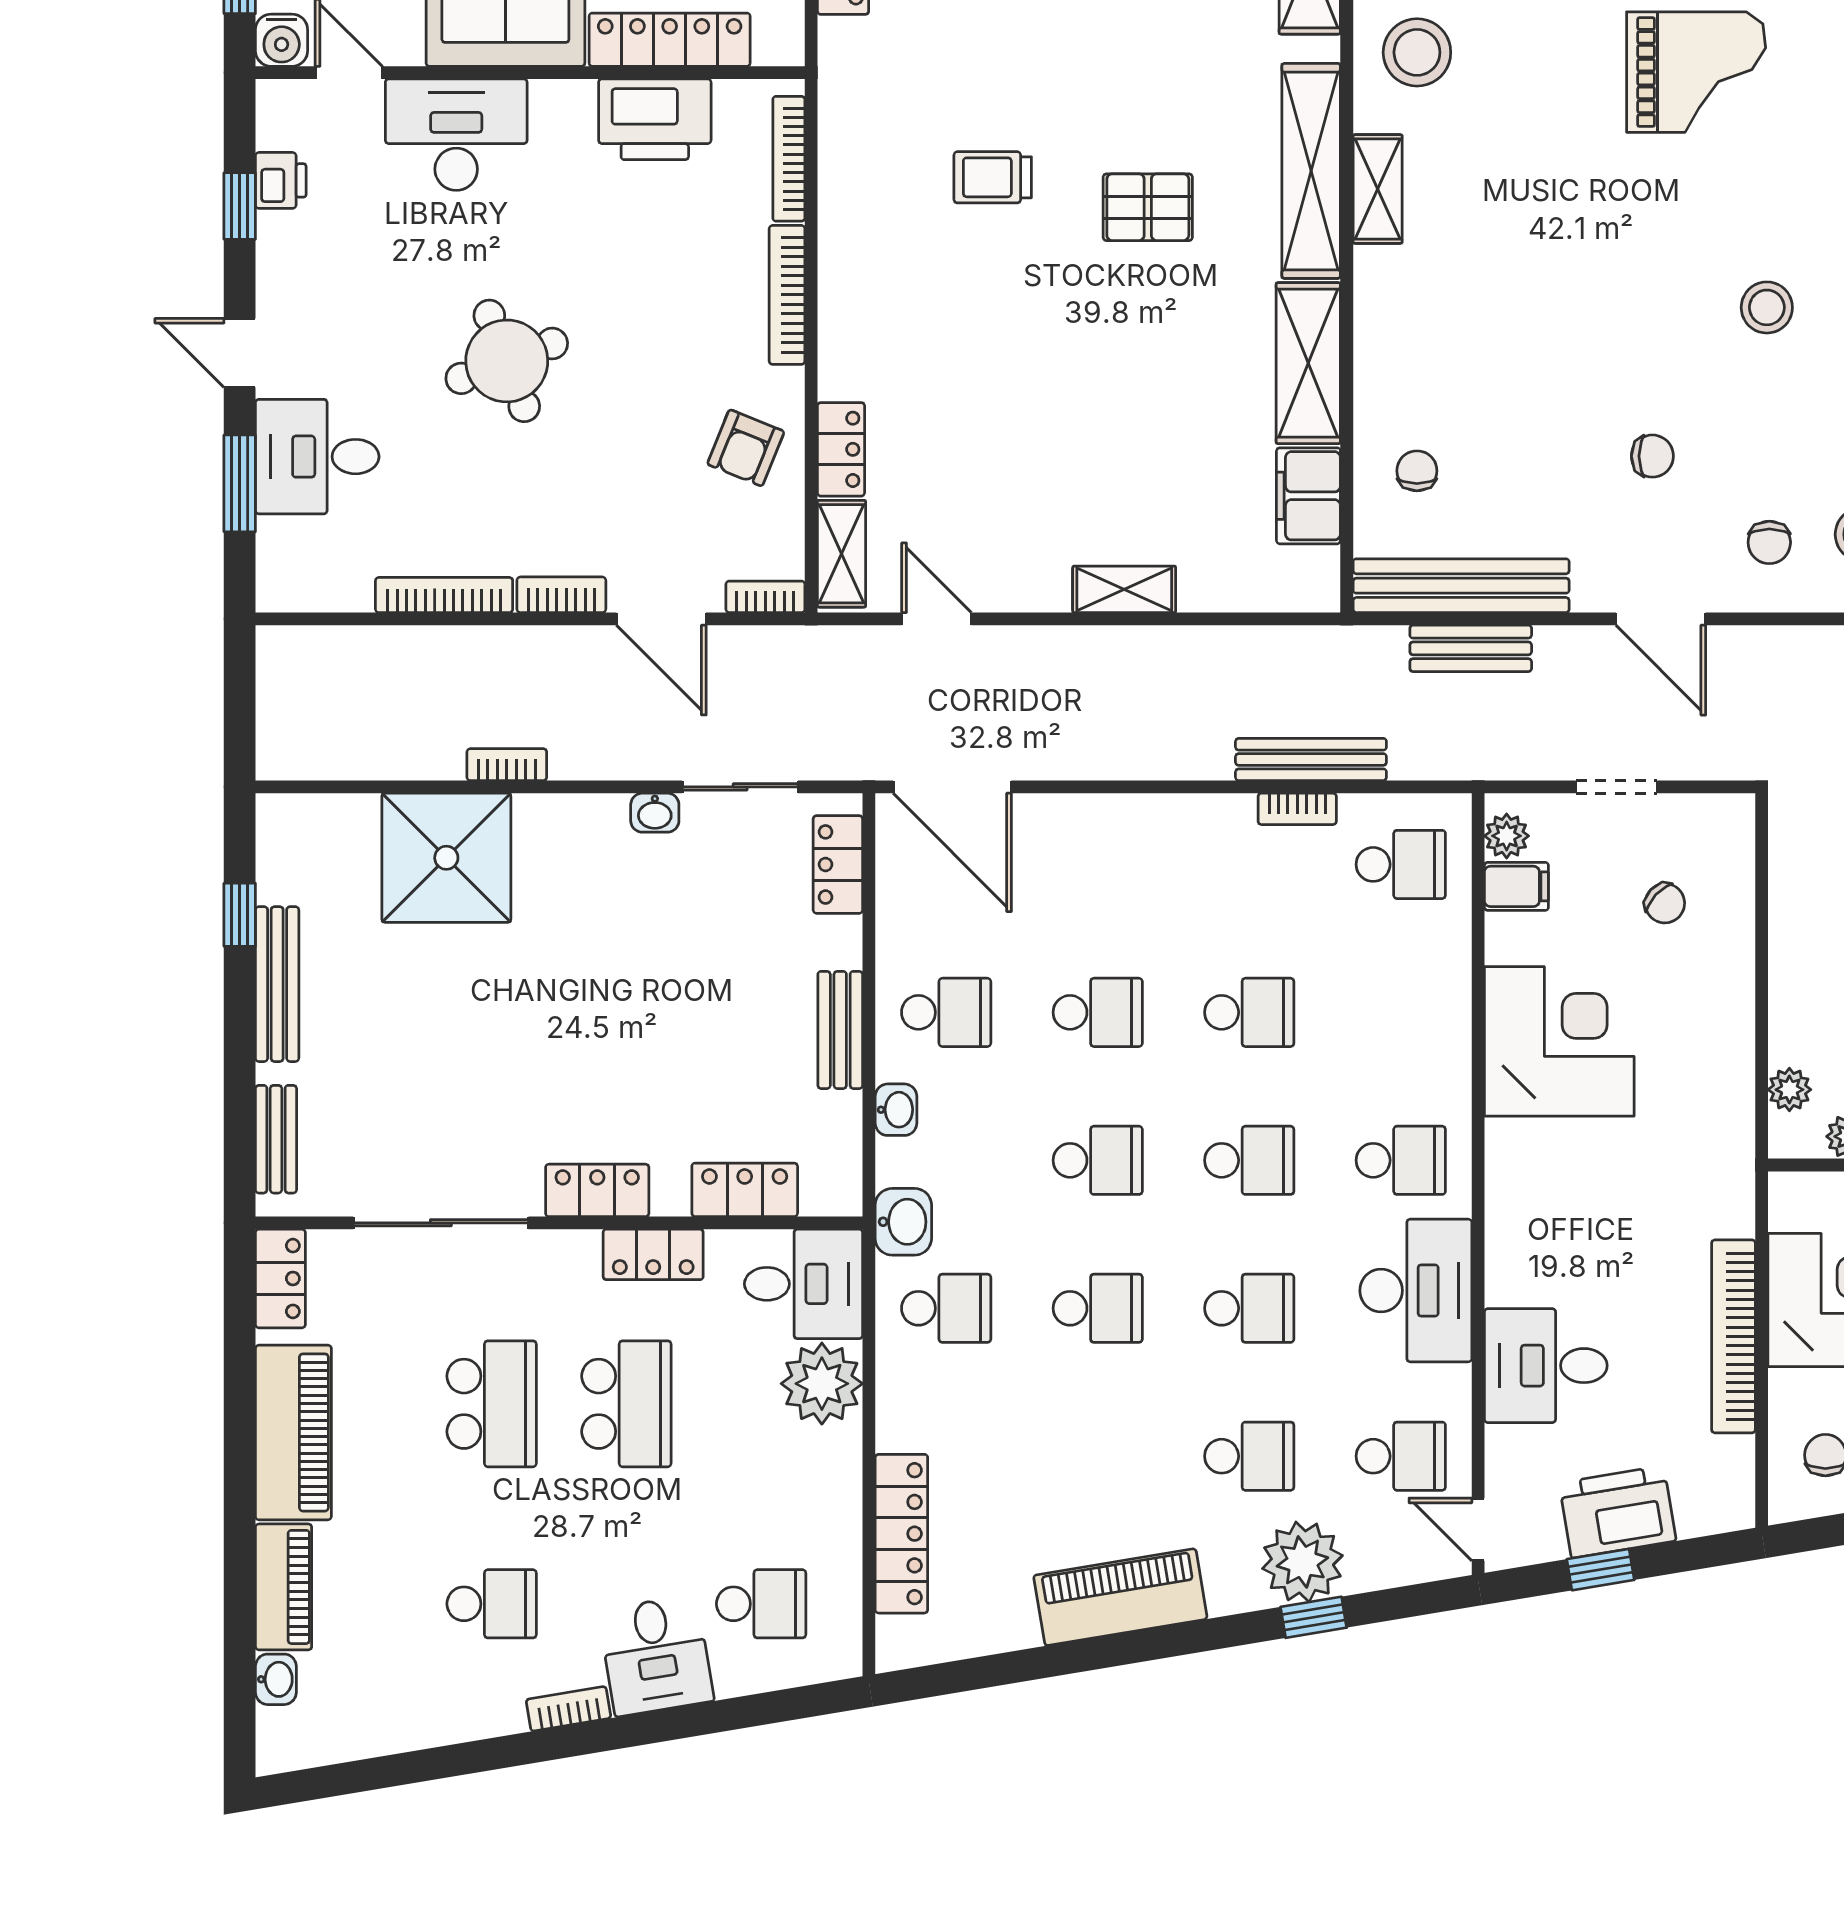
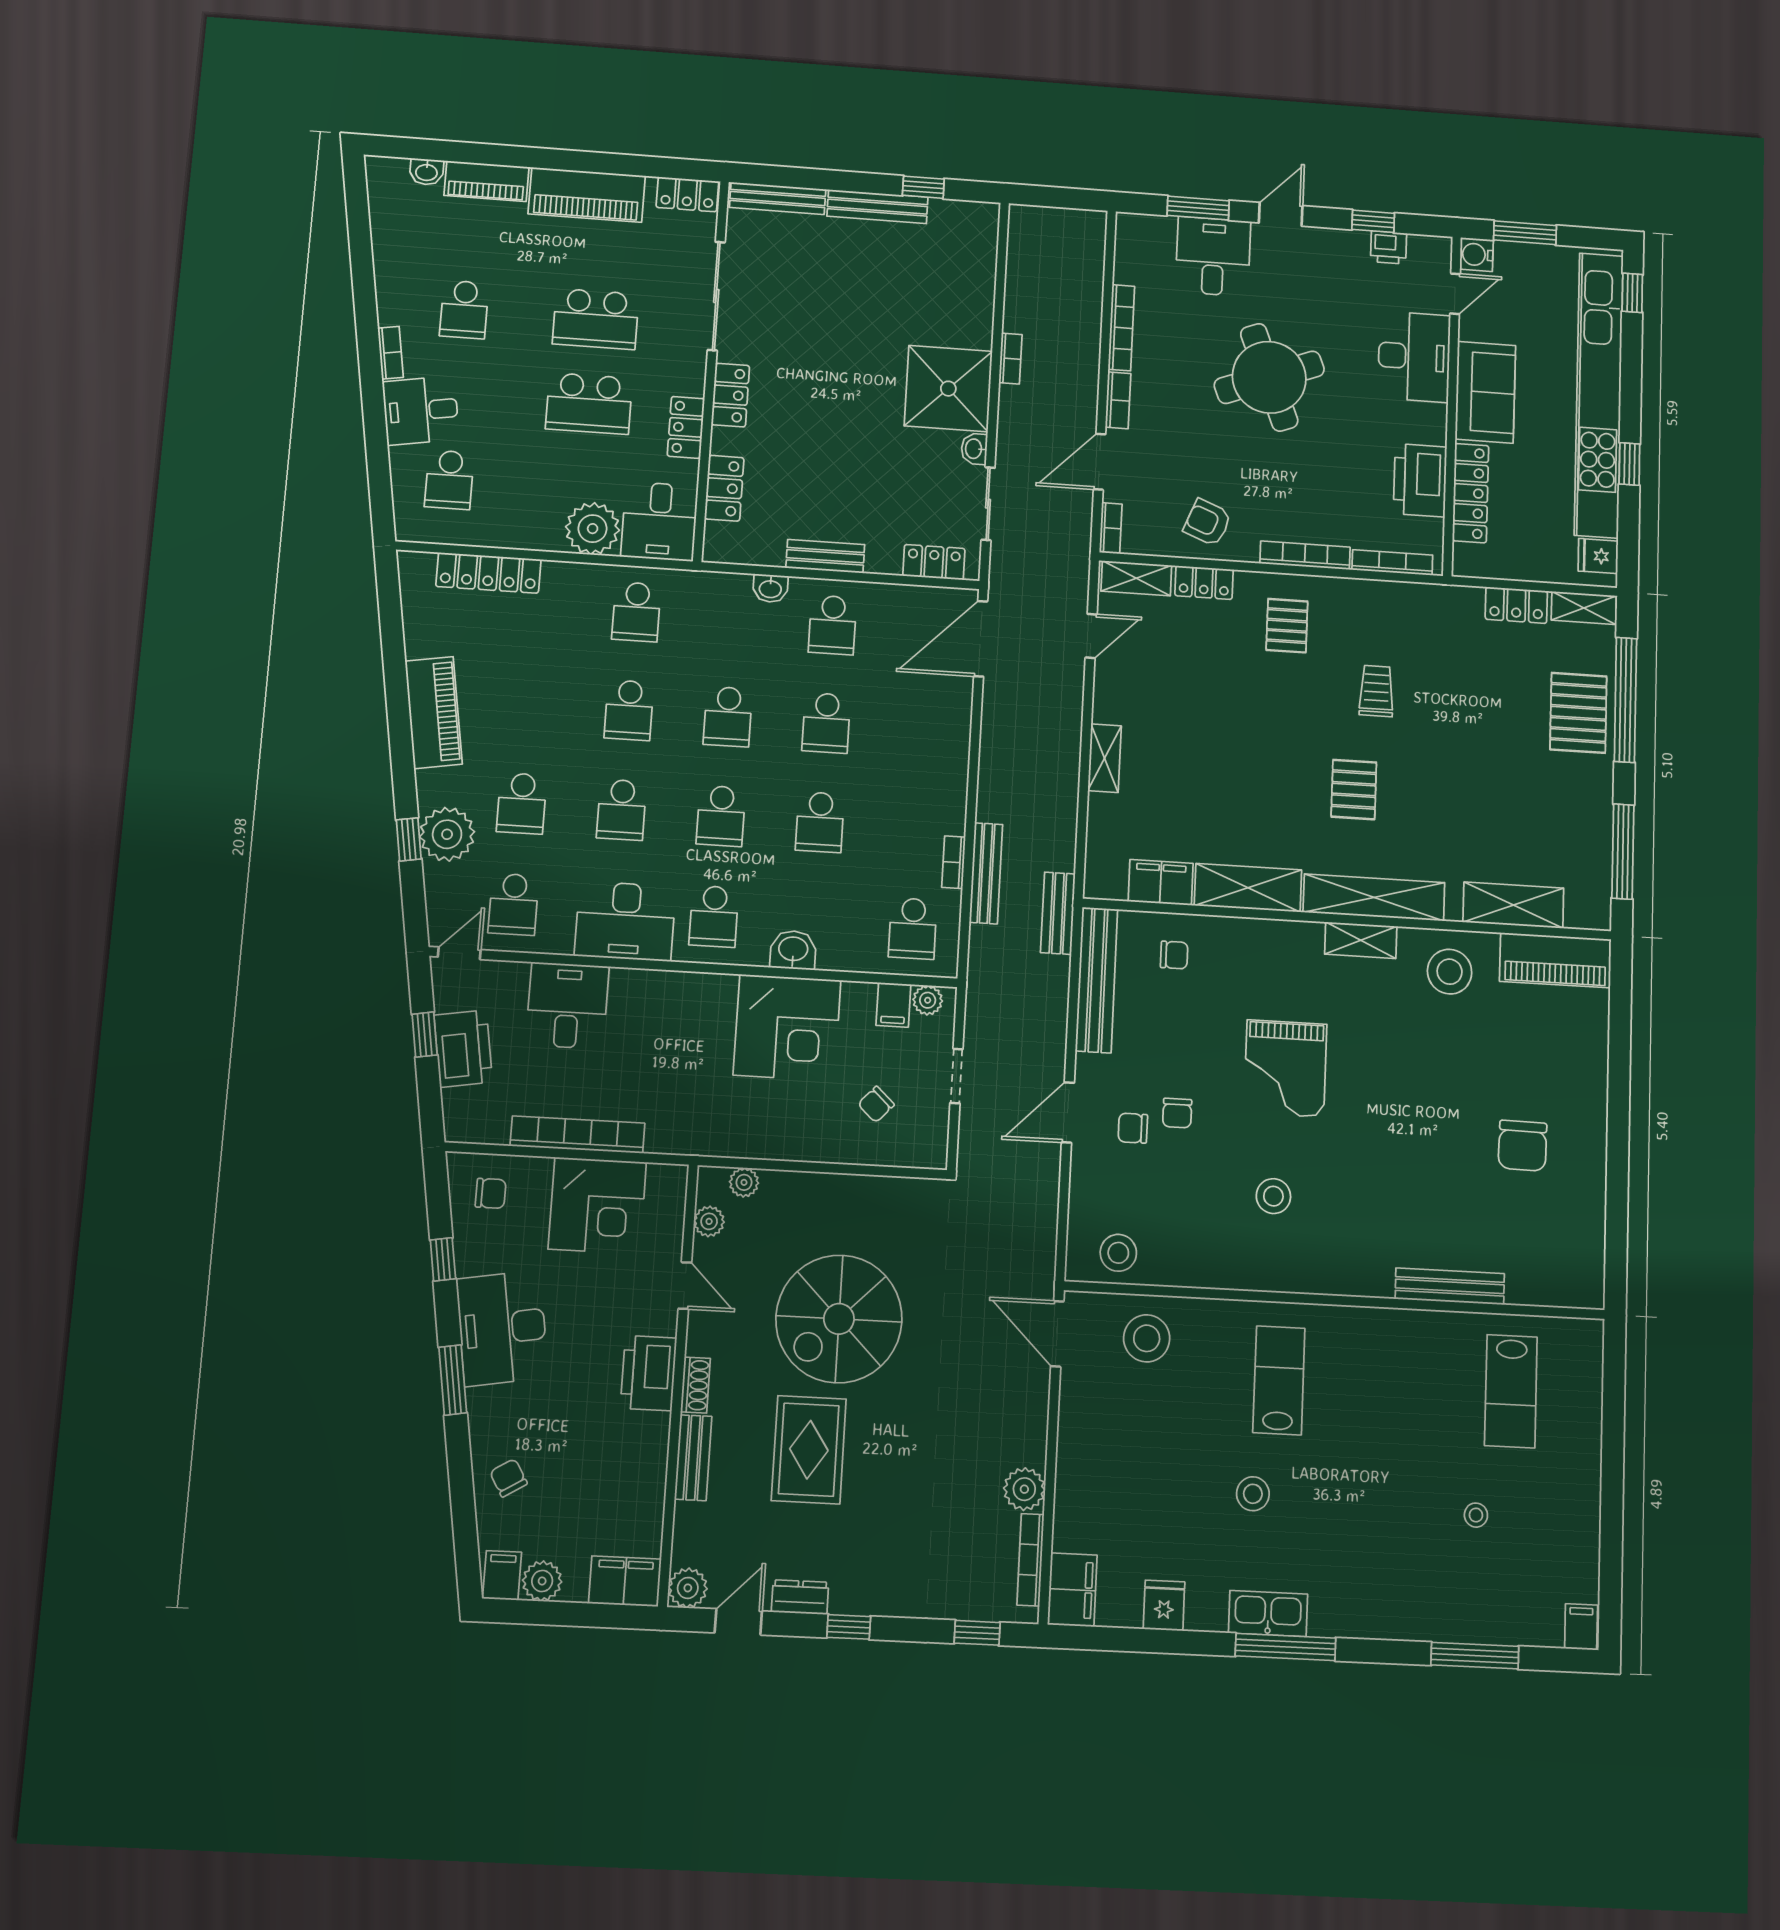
grand piano: (1696, 72) -> (1285, 1068), moved
pallet: (900, 319) -> (1287, 626), added
round table: (507, 361) -> (1269, 377), width x1.36, depth x1.36
chair: (1769, 542) -> (1133, 1128), moved
bench: (1471, 648) -> (1058, 913), moved
shower: (446, 858) -> (948, 389), moved
bench: (276, 1139) -> (778, 198), width x1.36
washbasin: (903, 1222) -> (793, 950), moved, turned 180

